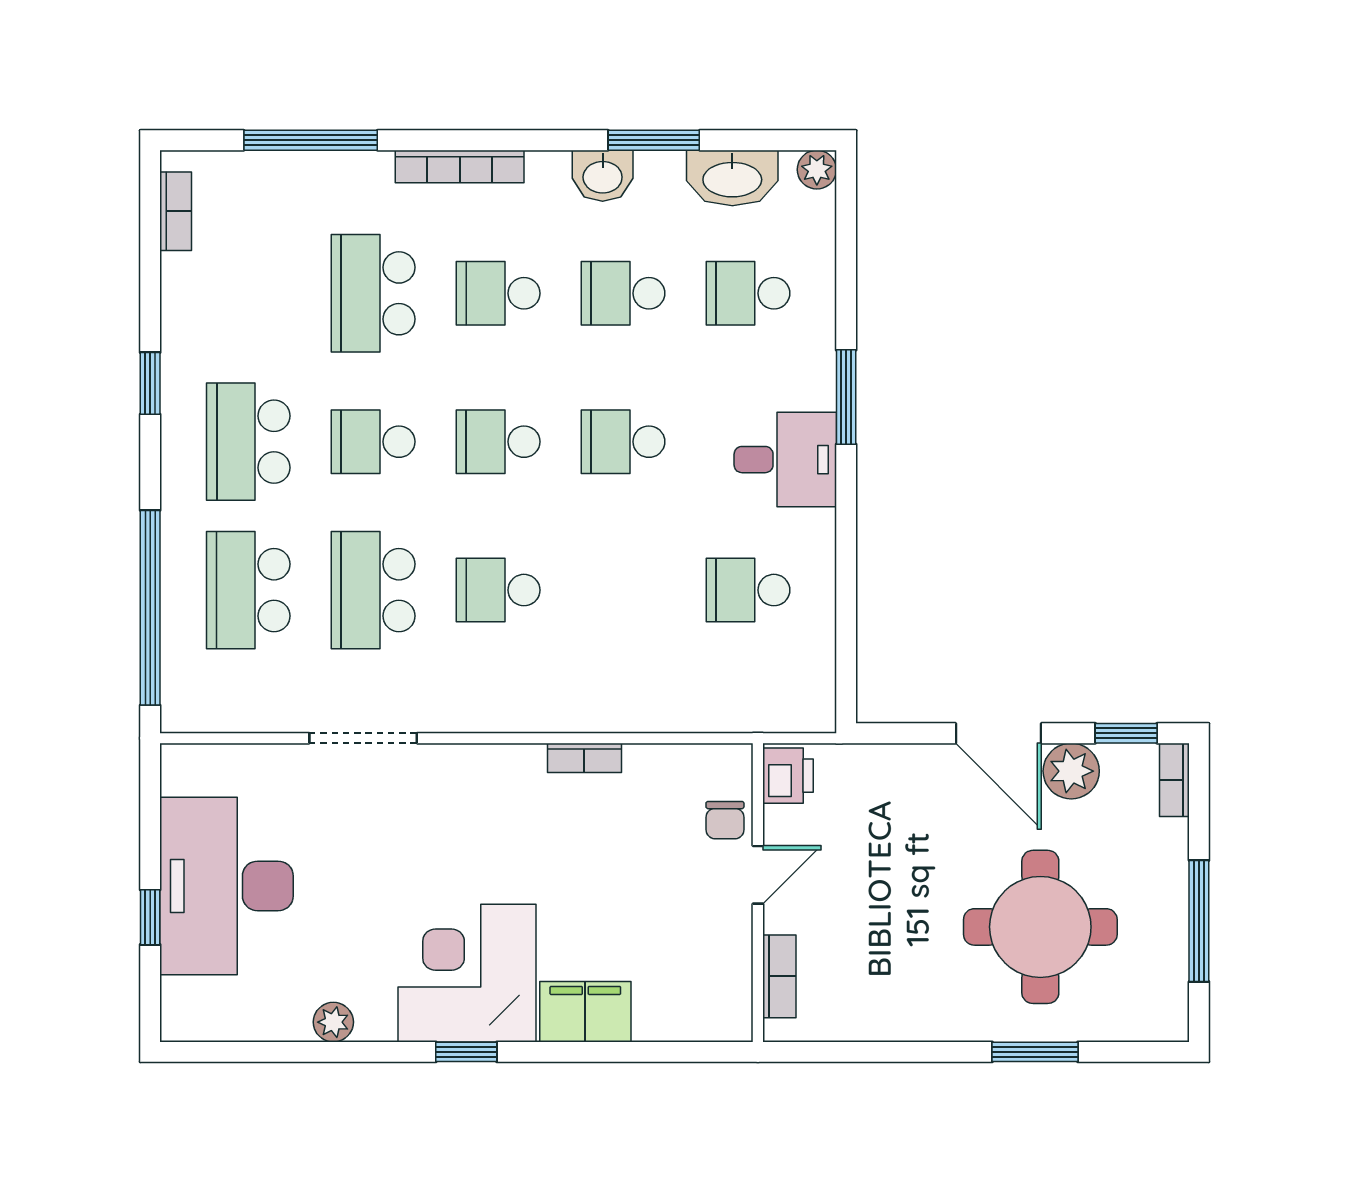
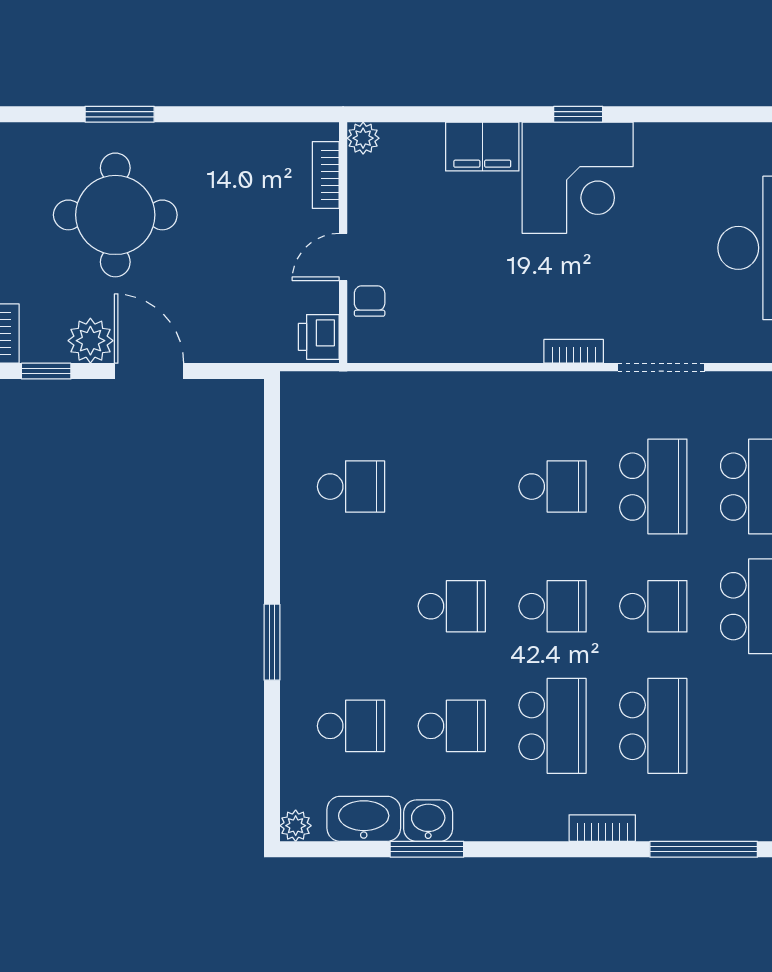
bookcase: (460, 167) -> (602, 828), width x0.64
washbasin: (603, 176) -> (428, 821), moved
school desk: (498, 293) -> (553, 726), width x1.85
desk: (785, 460) -> (321, 592), removed
bookcase: (584, 758) -> (574, 351), moved
plant: (333, 1022) -> (363, 138), moved

